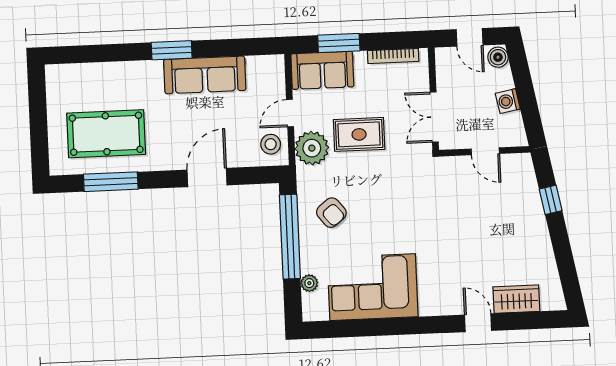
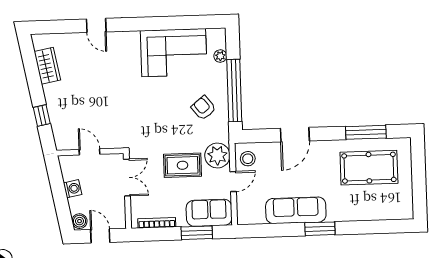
wardrobe: (516, 299) -> (47, 66), moved, turned -101

